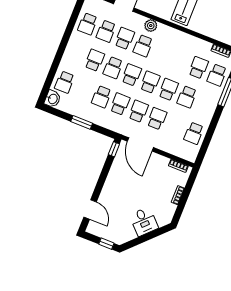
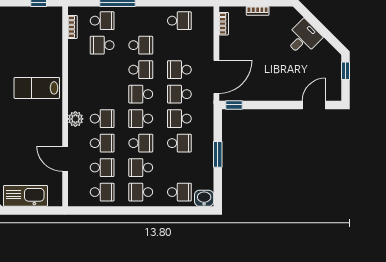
school desk: (125, 38) -> (102, 143), turned 180
school desk: (76, 53) -> (141, 192), added
school desk: (168, 90) -> (141, 70), turned 180

